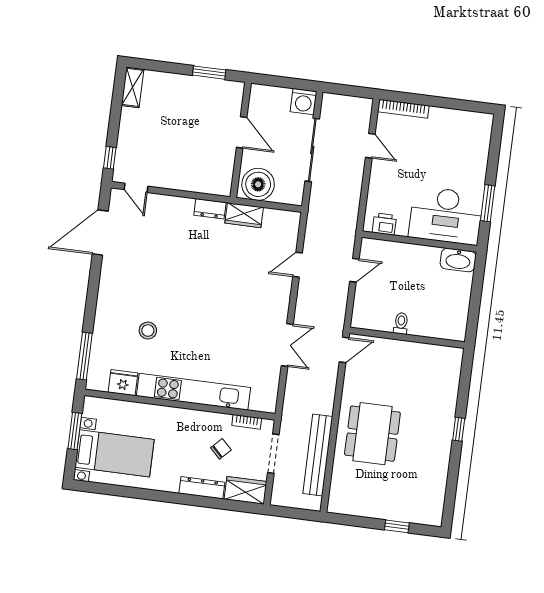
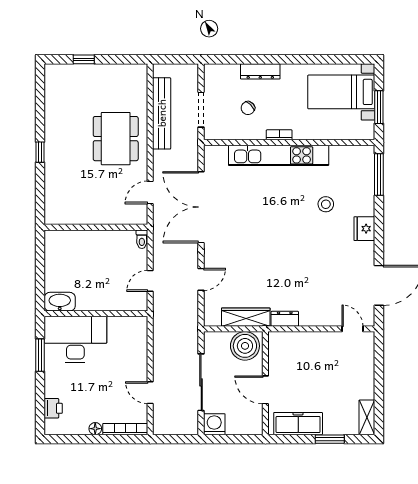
window: (209, 73) -> (330, 439), moved
freezer: (210, 90) -> (298, 424), added
floor lamp: (437, 114) -> (95, 429), added
window: (110, 158) -> (379, 353), removed
wardrobe: (244, 215) -> (246, 317), width x1.50
printer: (384, 224) -> (53, 408), moved, turned -90
toilet: (401, 323) -> (142, 239), moved
double door: (287, 345) -> (201, 207), width x1.87
door: (344, 350) -> (150, 192), moved
fridge: (123, 383) -> (364, 229), moved, turned 90
bookcase: (247, 422) -> (279, 135), moved
wardrobe: (246, 490) -> (221, 74), removed

